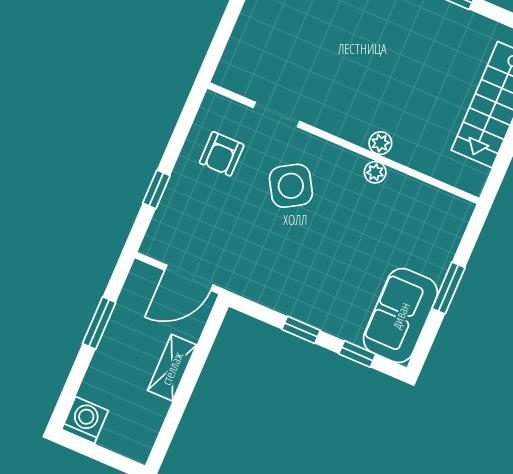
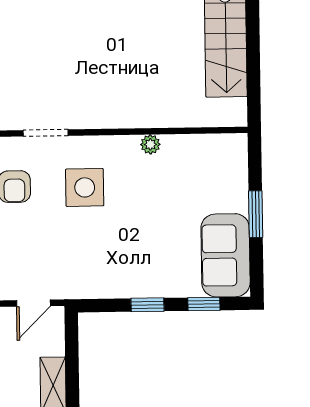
plant: (380, 143) -> (144, 118), removed
side table: (291, 186) -> (85, 187), turned 31
door: (189, 278) -> (33, 303), width x0.73

